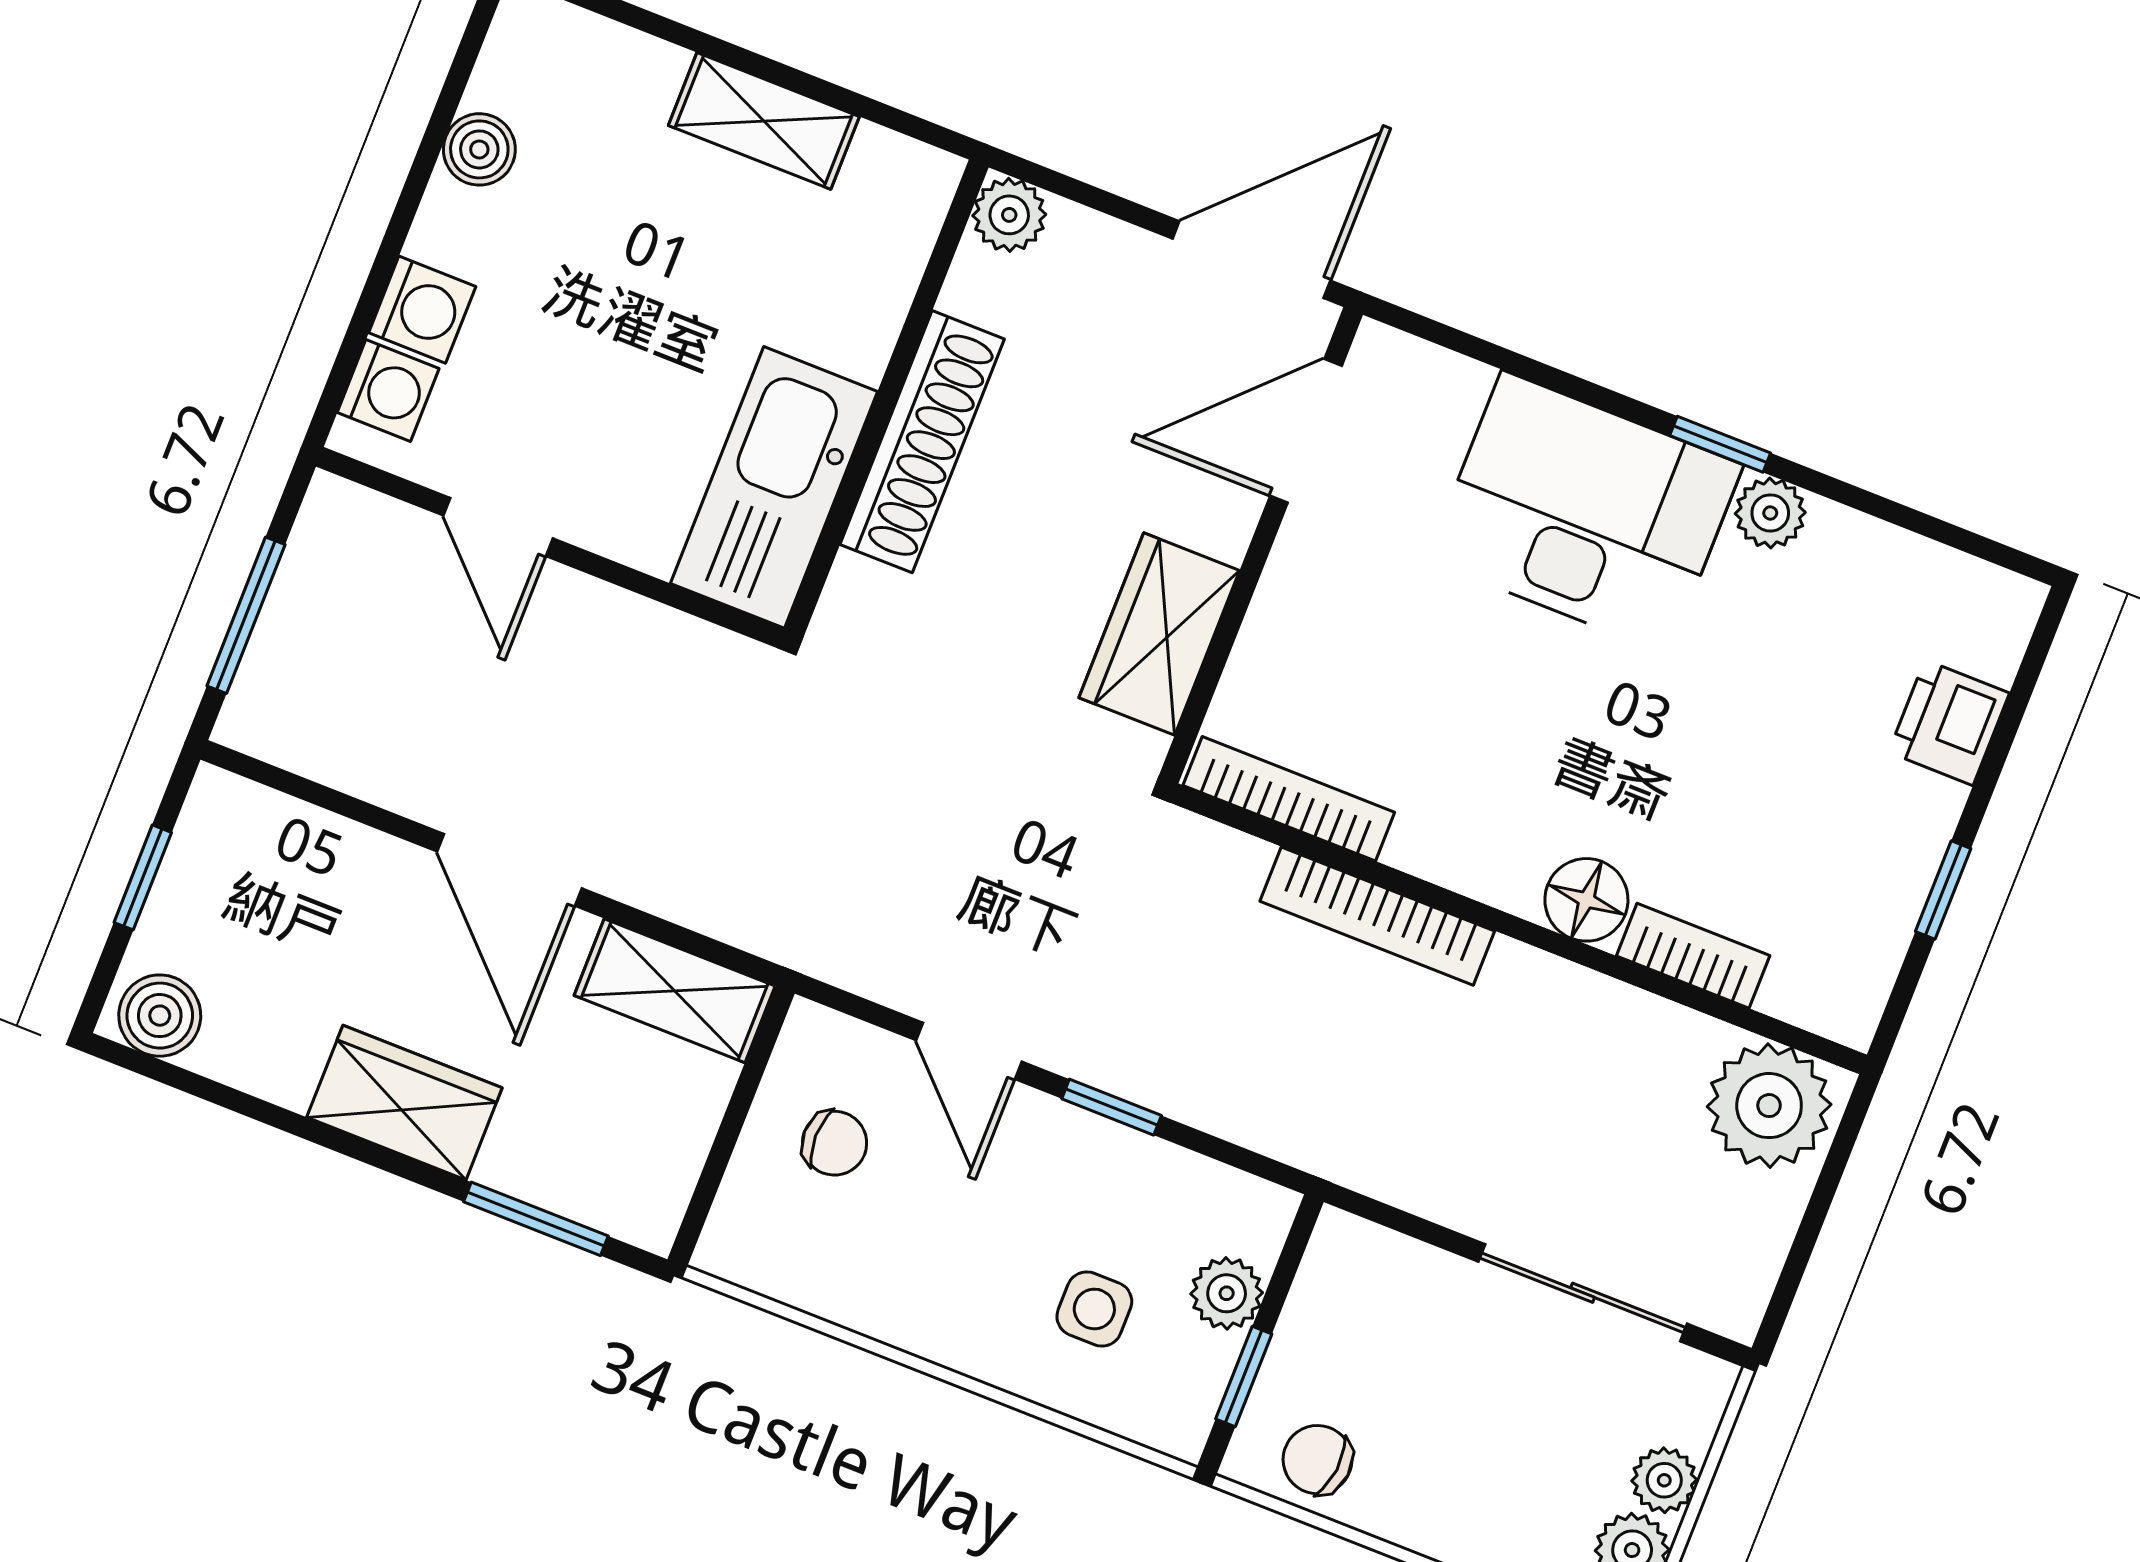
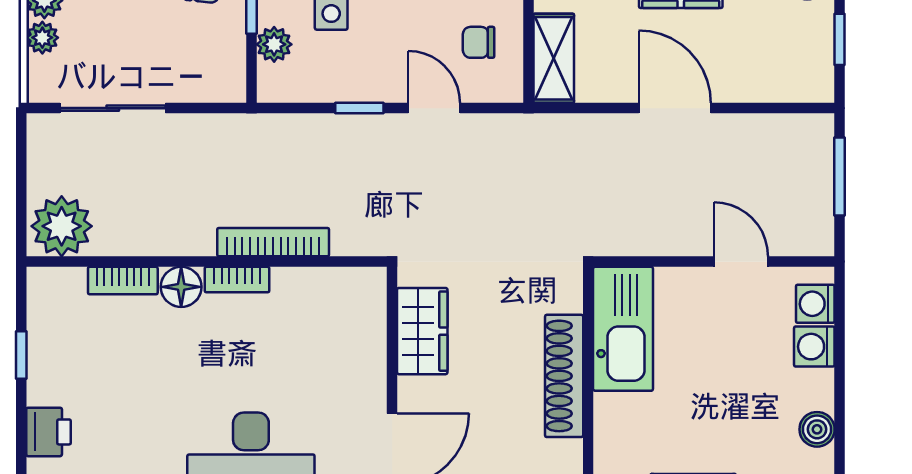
bookcase: (1289, 799) -> (237, 280), moved, width x0.64
shelving: (675, 991) -> (554, 58), moved, turned 90

